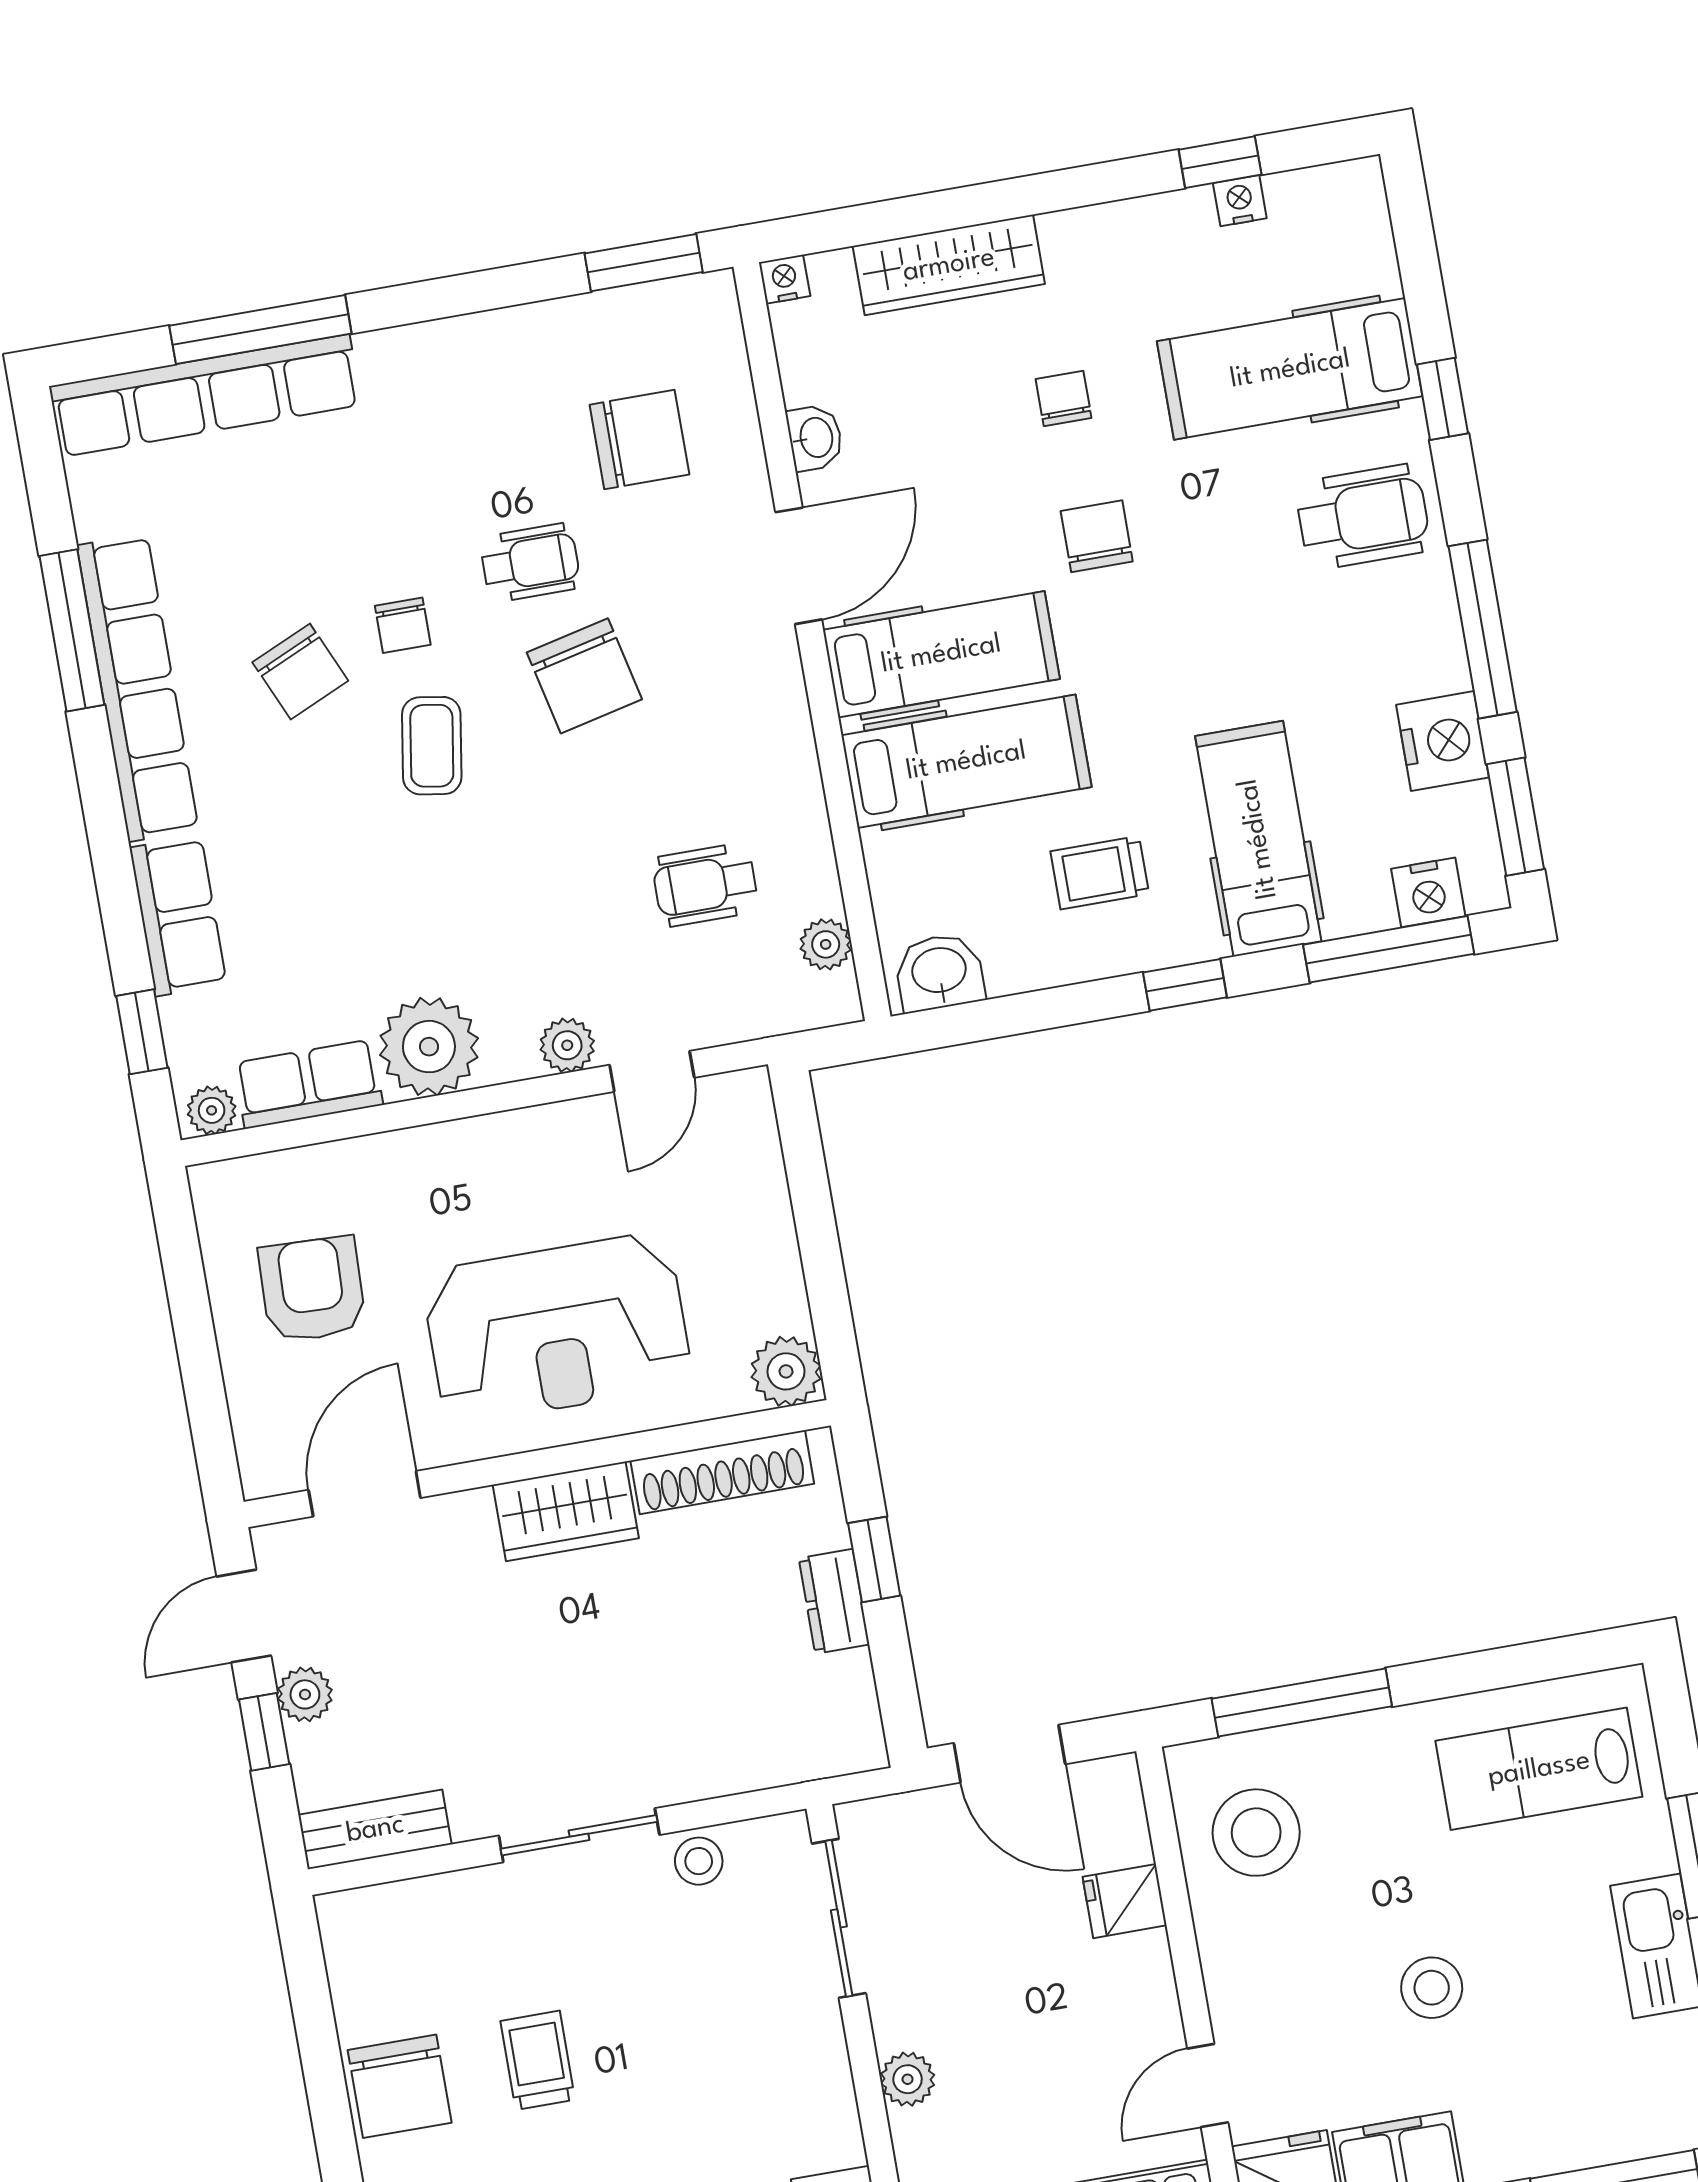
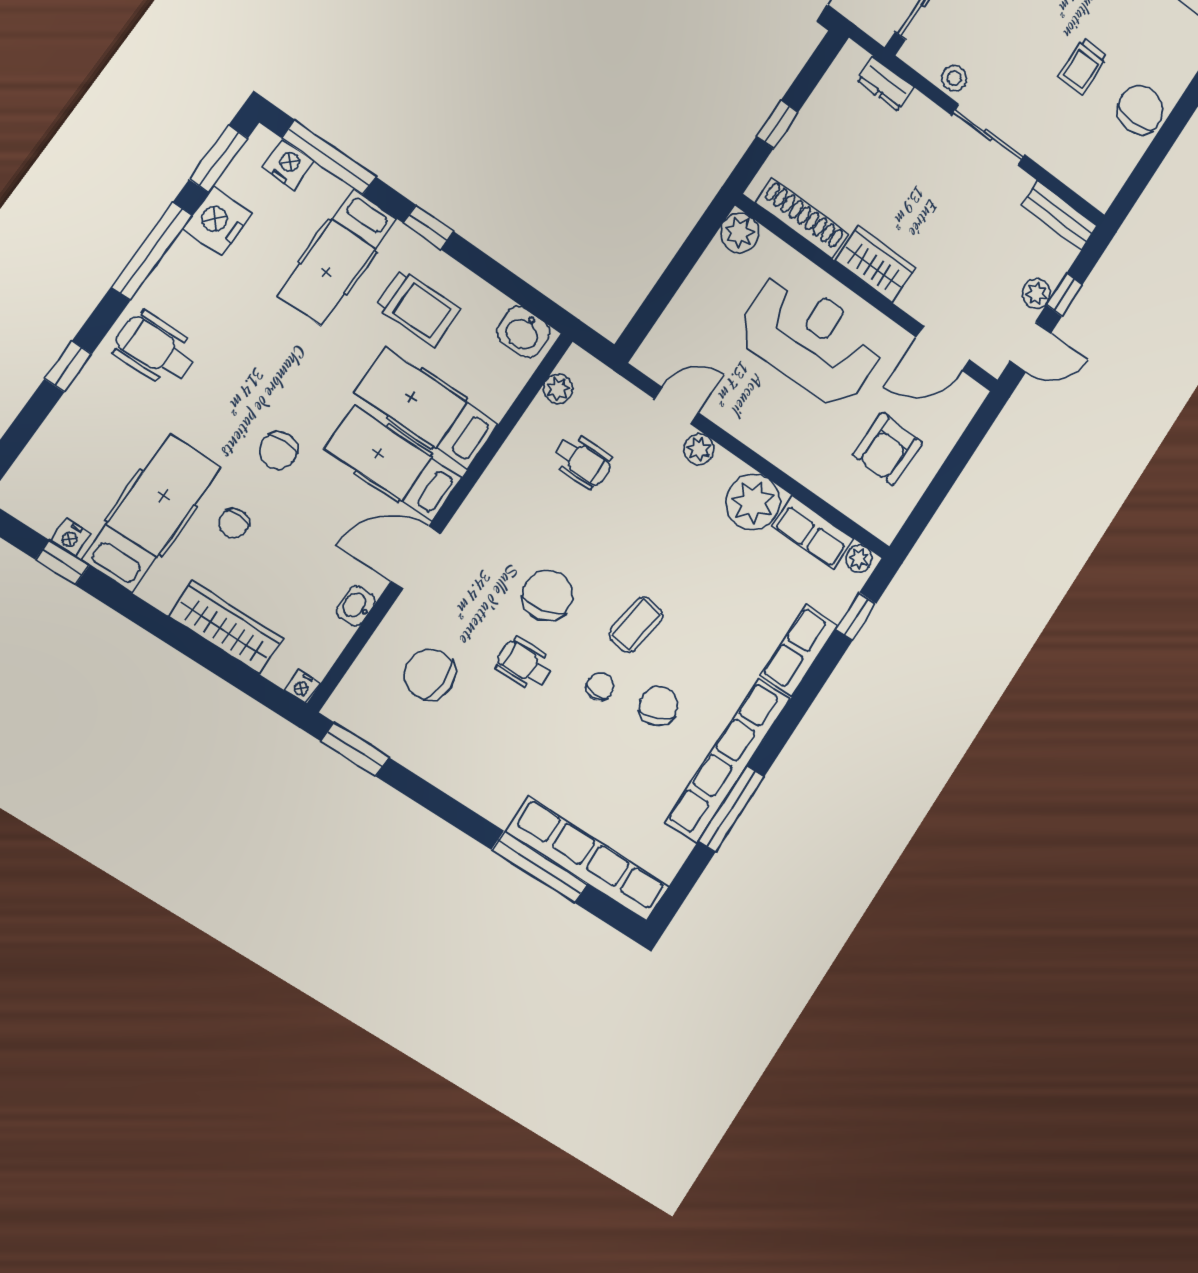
hospital bed: (1290, 369) -> (151, 513), moved, turned -90
trolley: (1100, 873) -> (418, 308), width x1.36, depth x1.39
dresser: (834, 1601) -> (886, 84), moved, turned 90

